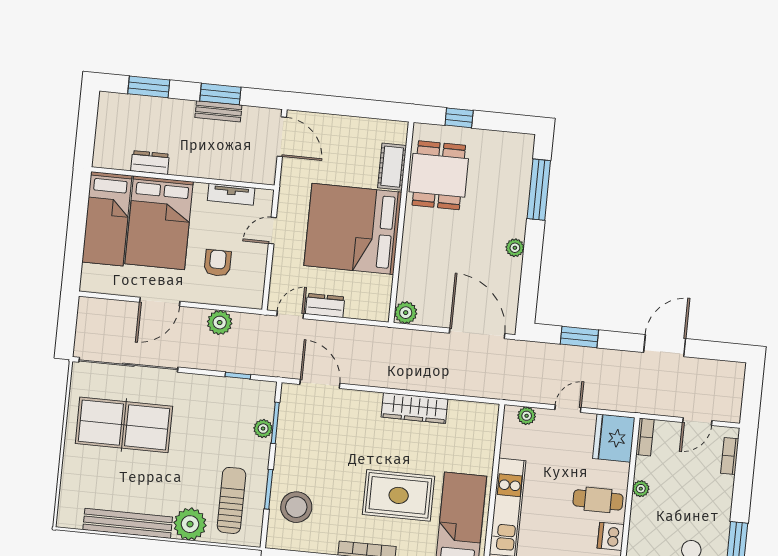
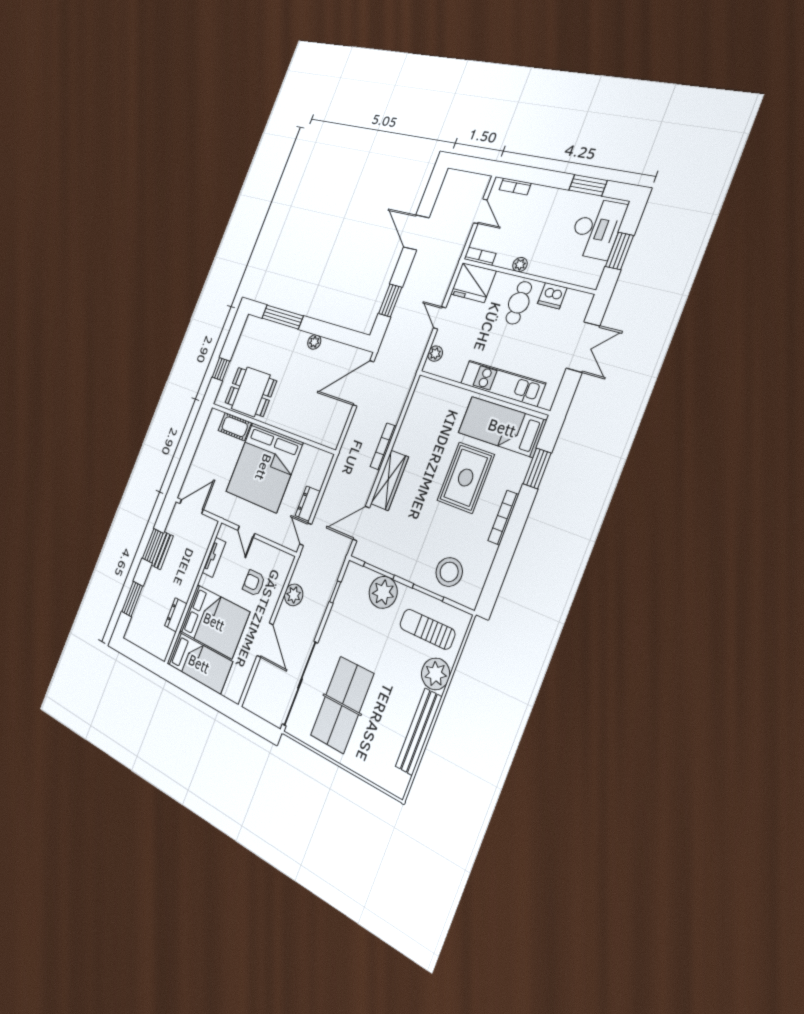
plant: (406, 313) -> (332, 439), removed
bookcase: (411, 384) -> (383, 447), added
wardrobe: (415, 408) -> (390, 480), moved
plant: (263, 429) -> (383, 592), width x1.88, depth x1.88

